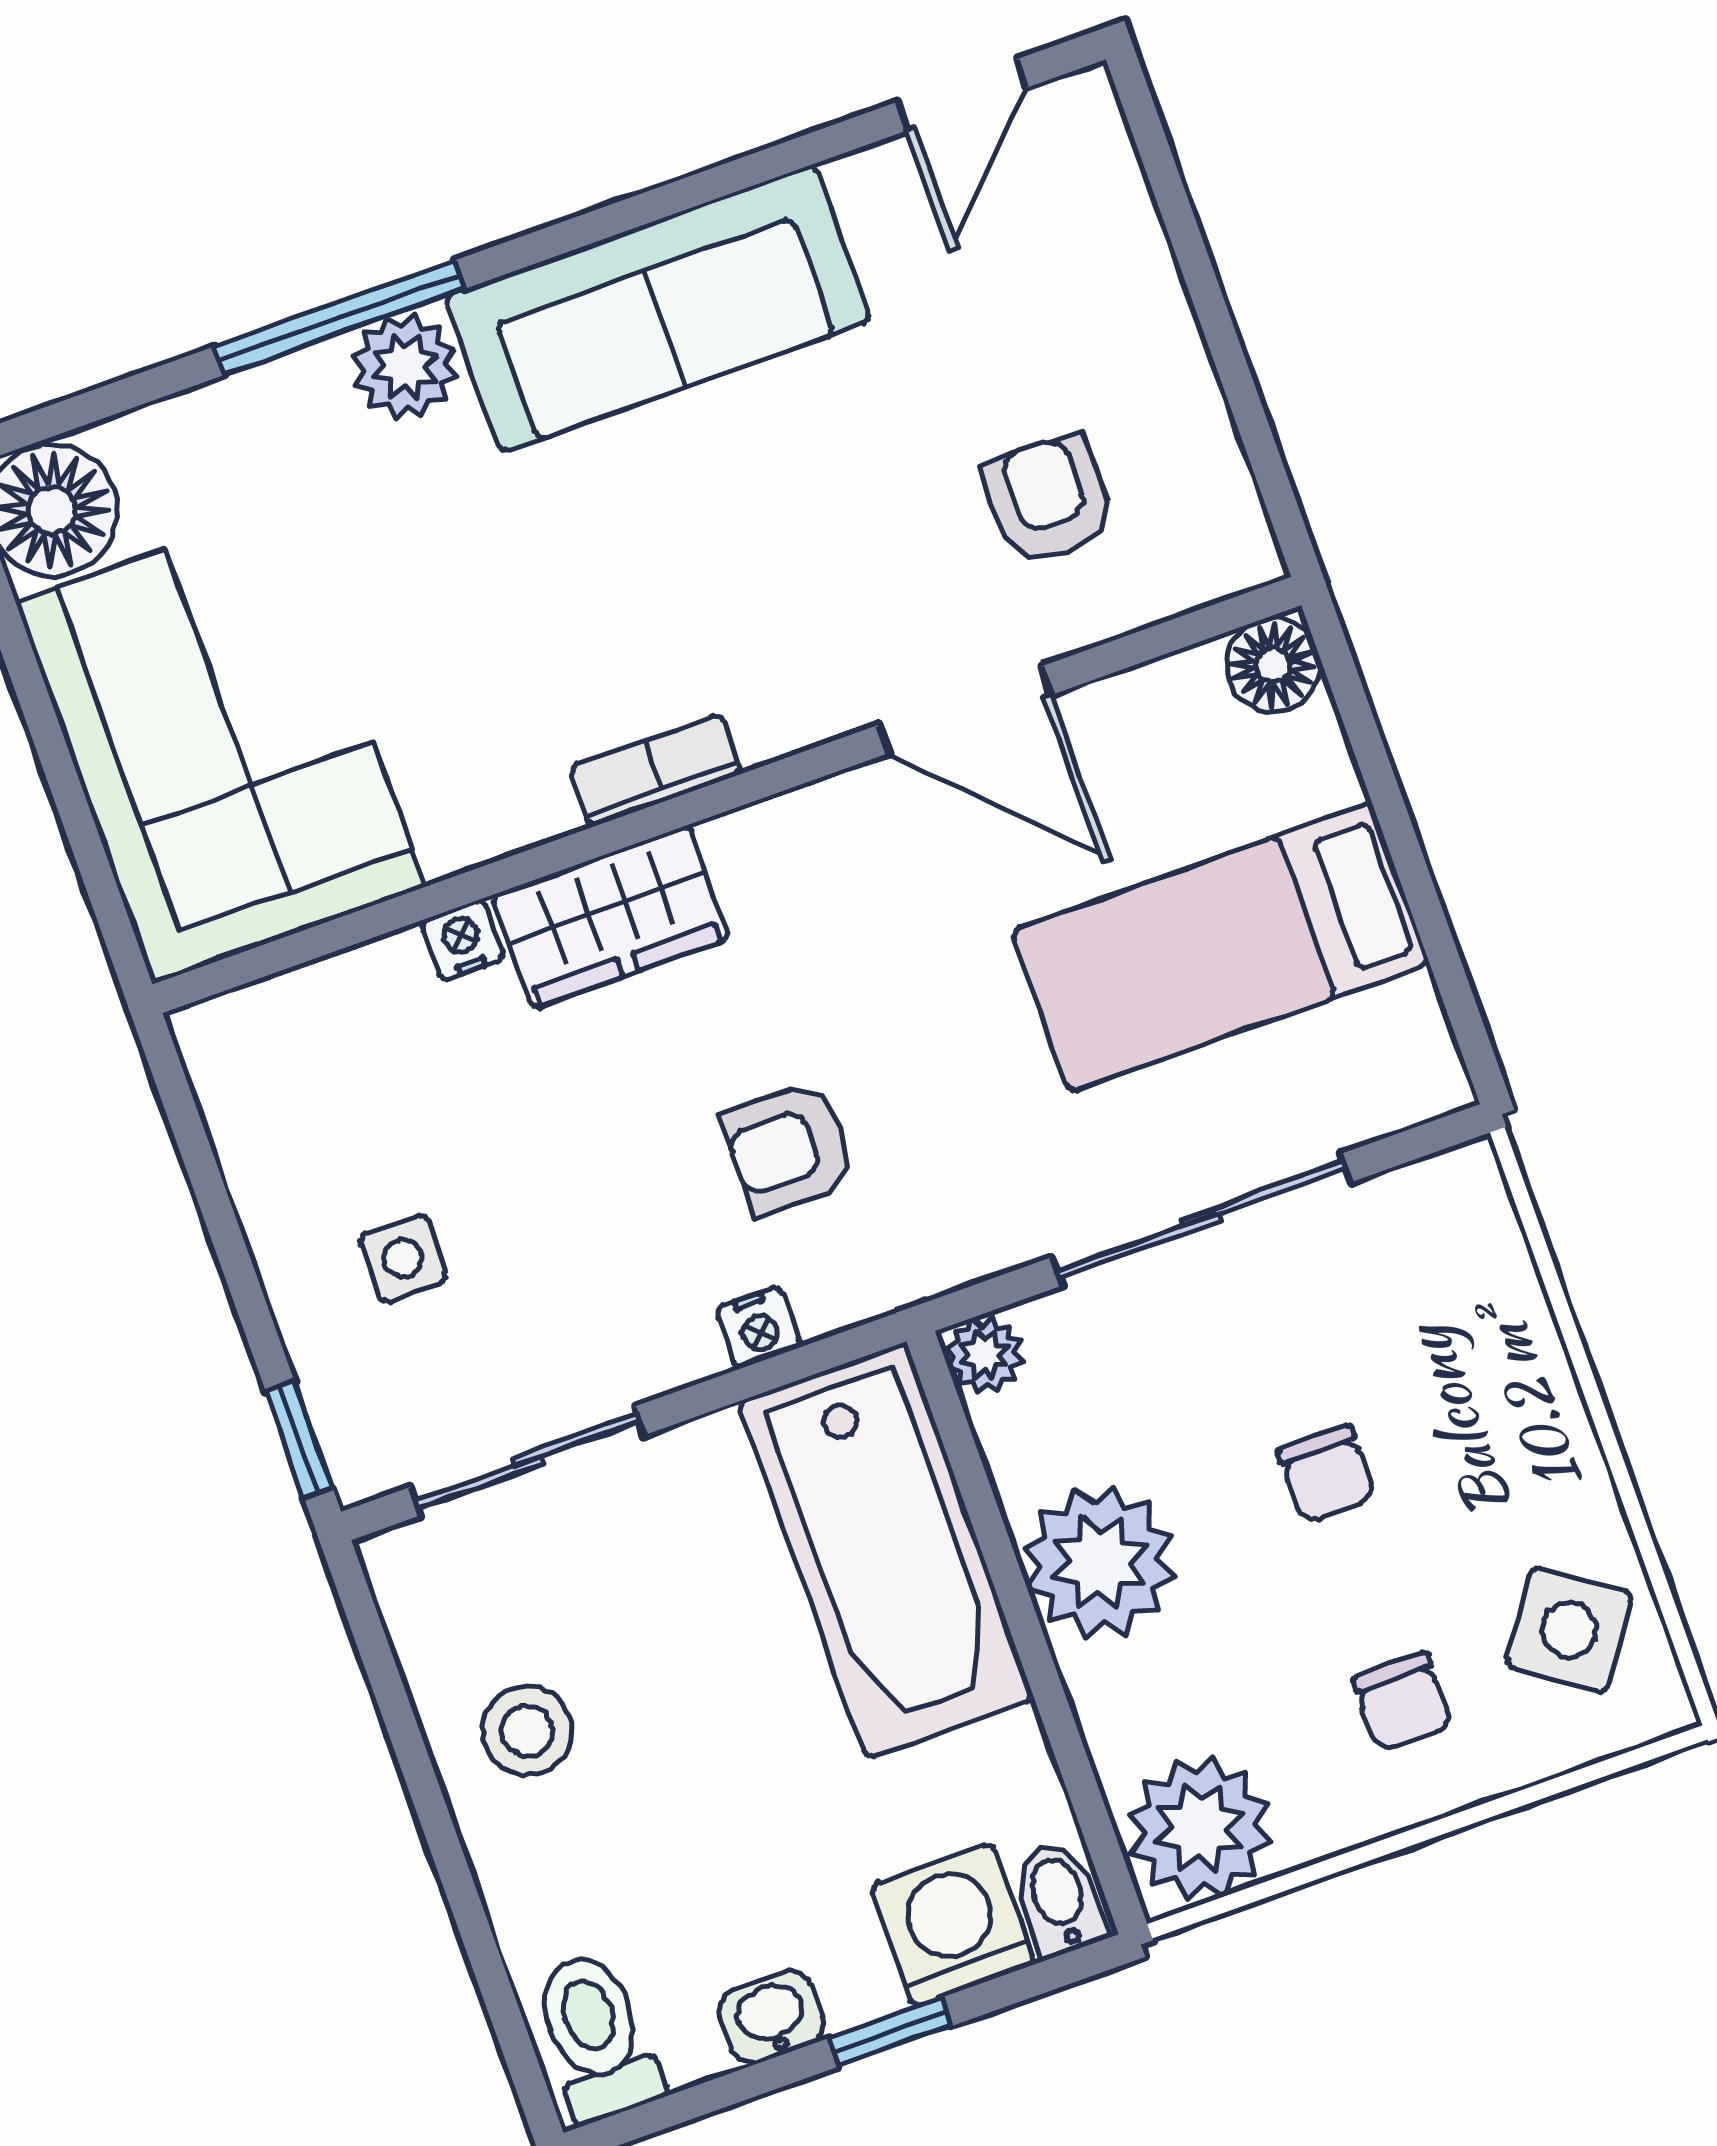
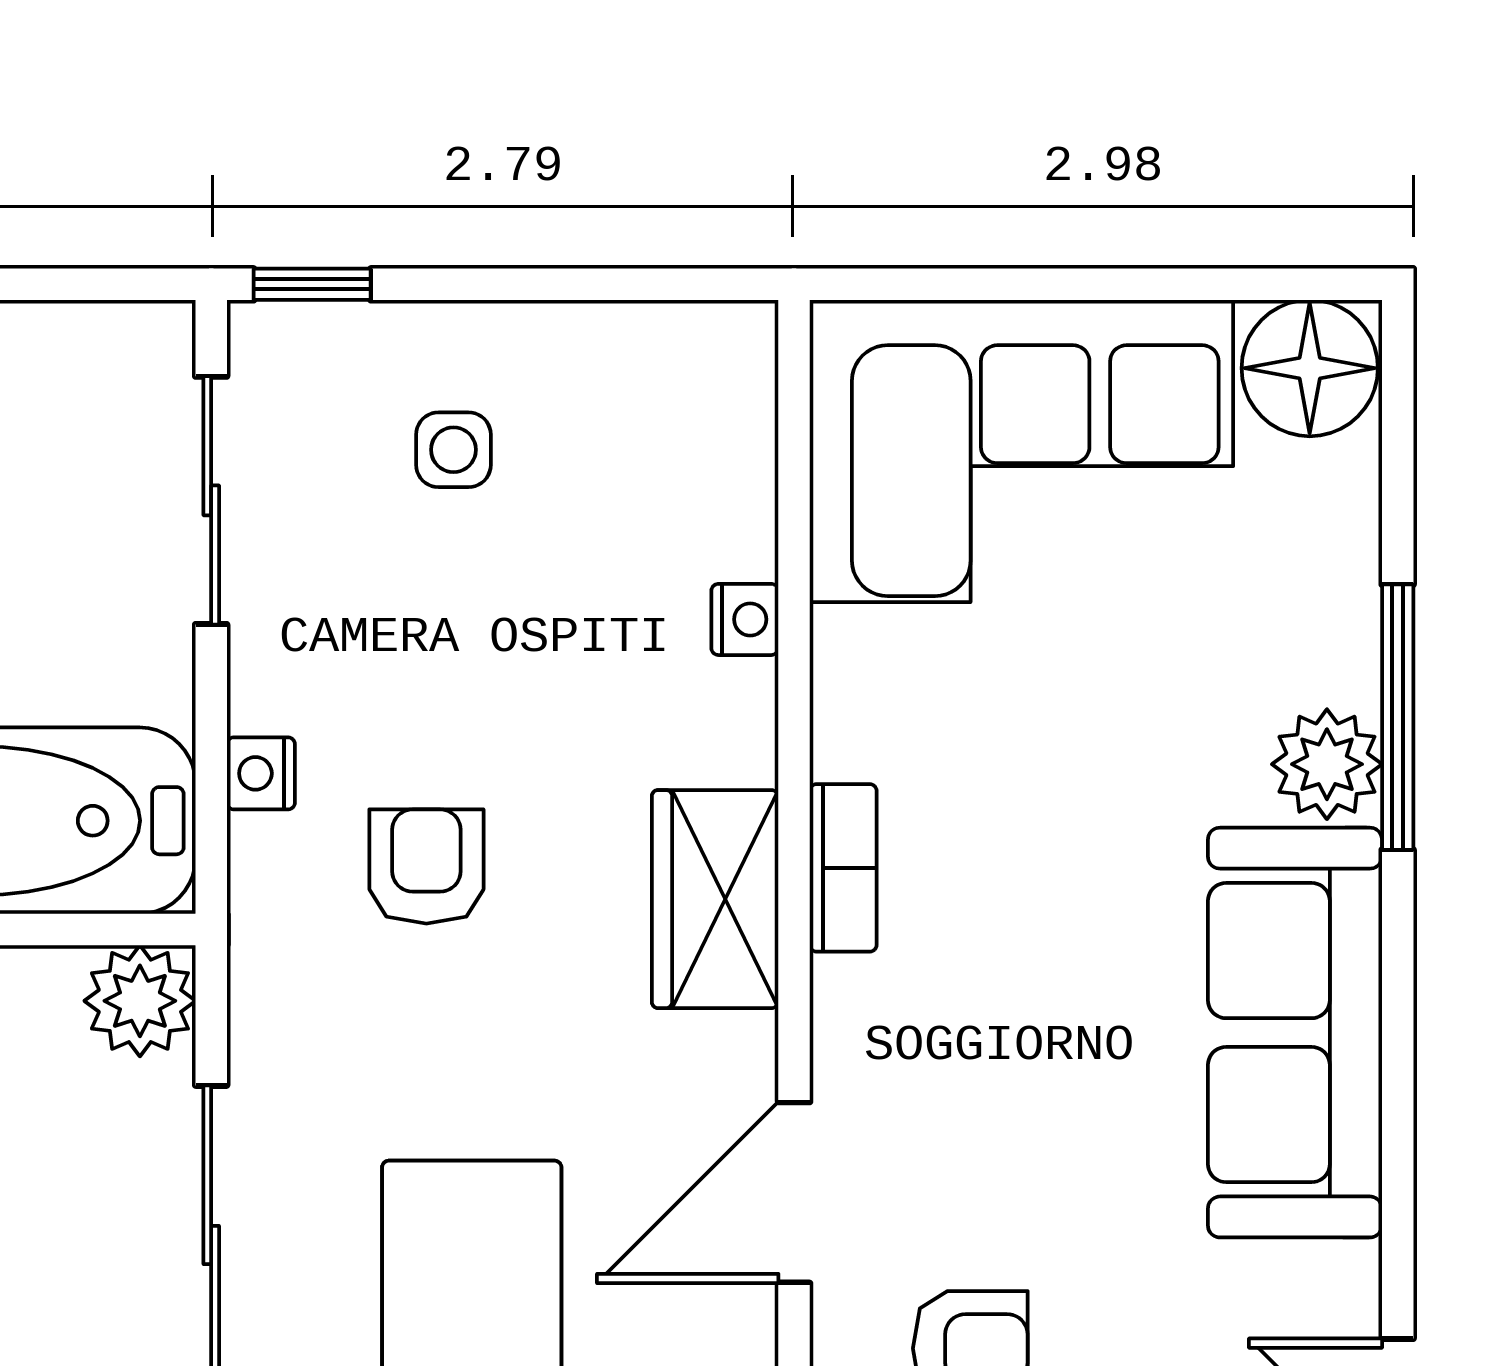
wardrobe: (610, 917) -> (715, 899), moved
plant: (985, 1355) -> (140, 1001), width x1.38, depth x1.38

